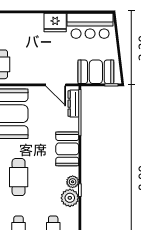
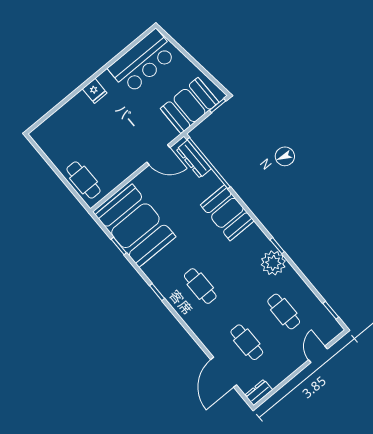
fridge: (55, 22) -> (95, 91), width x0.53, depth x0.75
cafe table: (19, 177) -> (200, 286), width x0.73, depth x0.74
plant: (73, 182) -> (262, 243), removed

